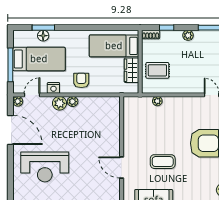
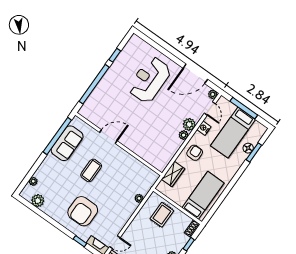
wardrobe: (131, 70) -> (173, 174), moved, turned 90
armchair: (81, 80) -> (195, 153), turned -90

